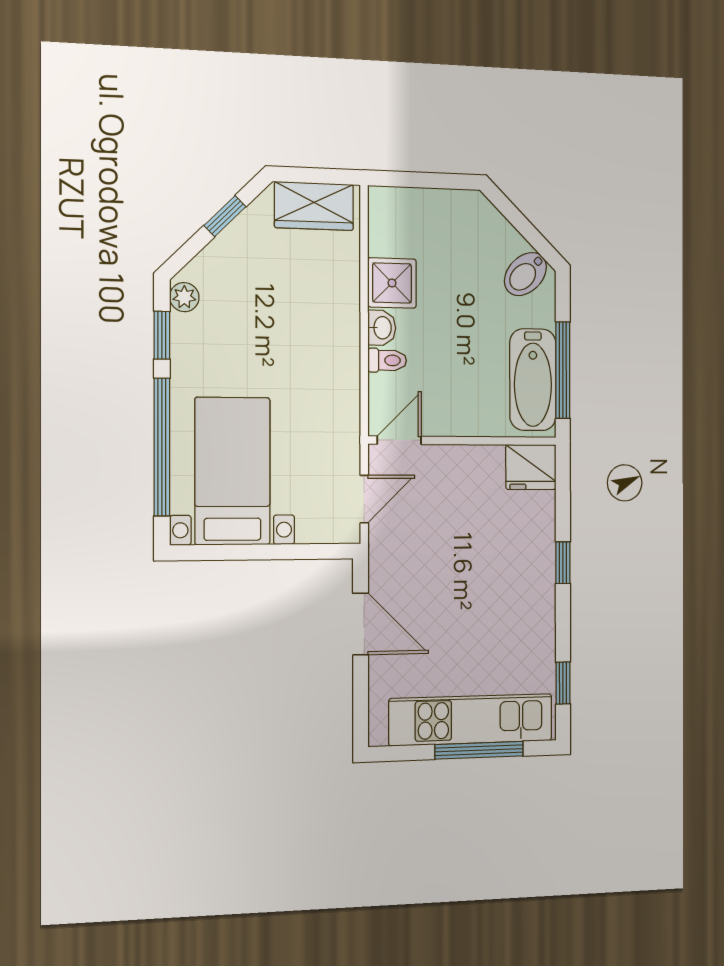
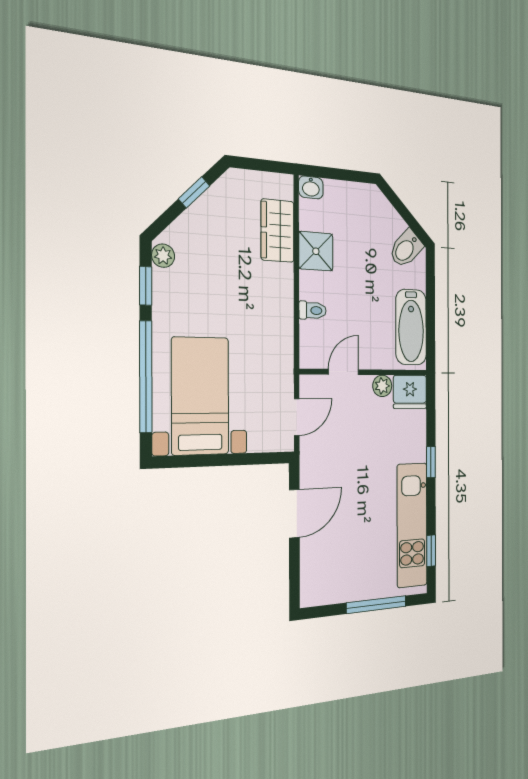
wardrobe: (314, 206) -> (278, 231), moved, turned 90
washbasin: (382, 328) -> (311, 187), moved, turned 90
window: (563, 370) -> (430, 321), removed
door: (399, 440) -> (344, 372), moved
plant: (489, 459) -> (382, 386), added
door: (361, 624) -> (294, 514), hinge flipped
kitchen unit: (471, 720) -> (412, 525), moved, turned -90

